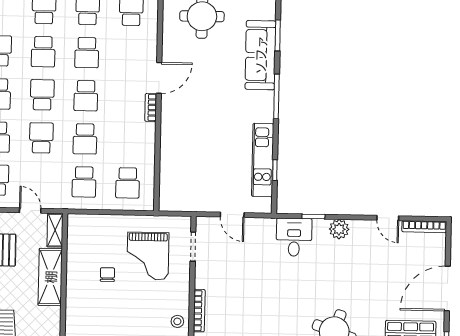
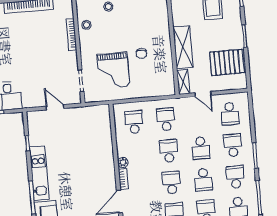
plant: (149, 130) -> (123, 163), added
kitchen unit: (263, 160) -> (39, 173), moved
grand piano: (148, 256) -> (113, 70), turned 180

